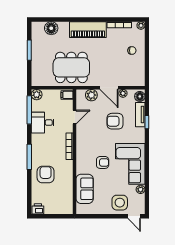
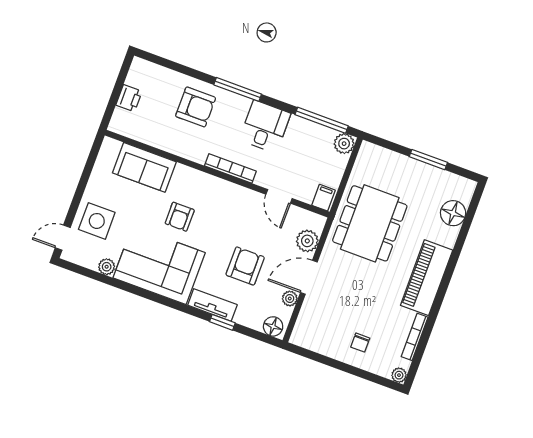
tv unit: (140, 115) -> (212, 305), moved
desk: (43, 123) -> (265, 127), moved
printer: (38, 209) -> (129, 98), moved

